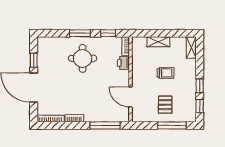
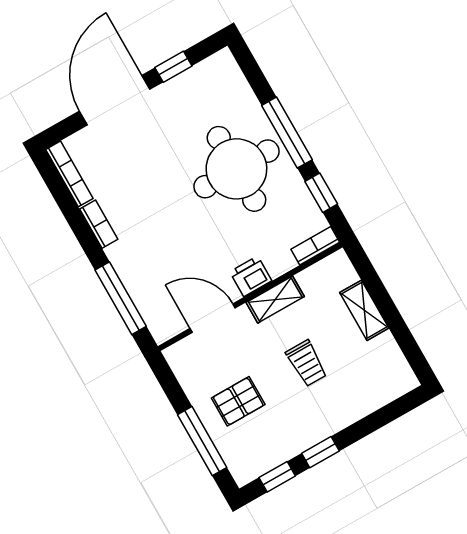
window: (80, 33) -> (287, 133), width x1.44
shelving: (191, 48) -> (275, 299), moved
round table: (83, 58) -> (236, 169), width x1.36, depth x1.36
printer: (123, 63) -> (251, 276), moved
door: (131, 97) -> (213, 318), hinge flipped

